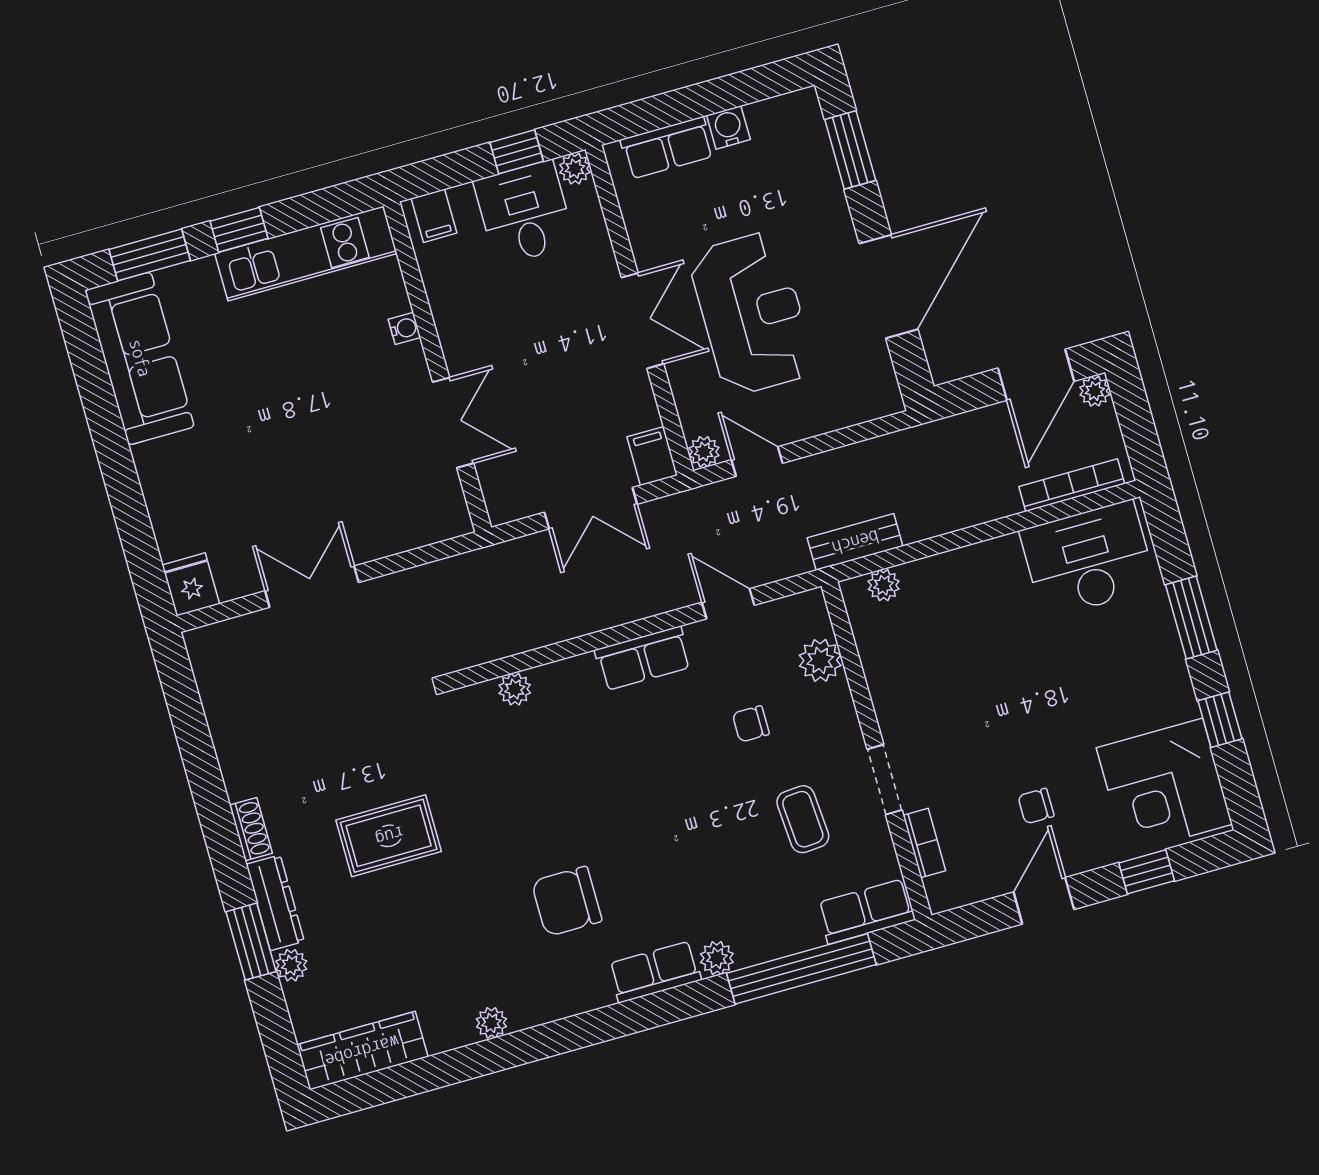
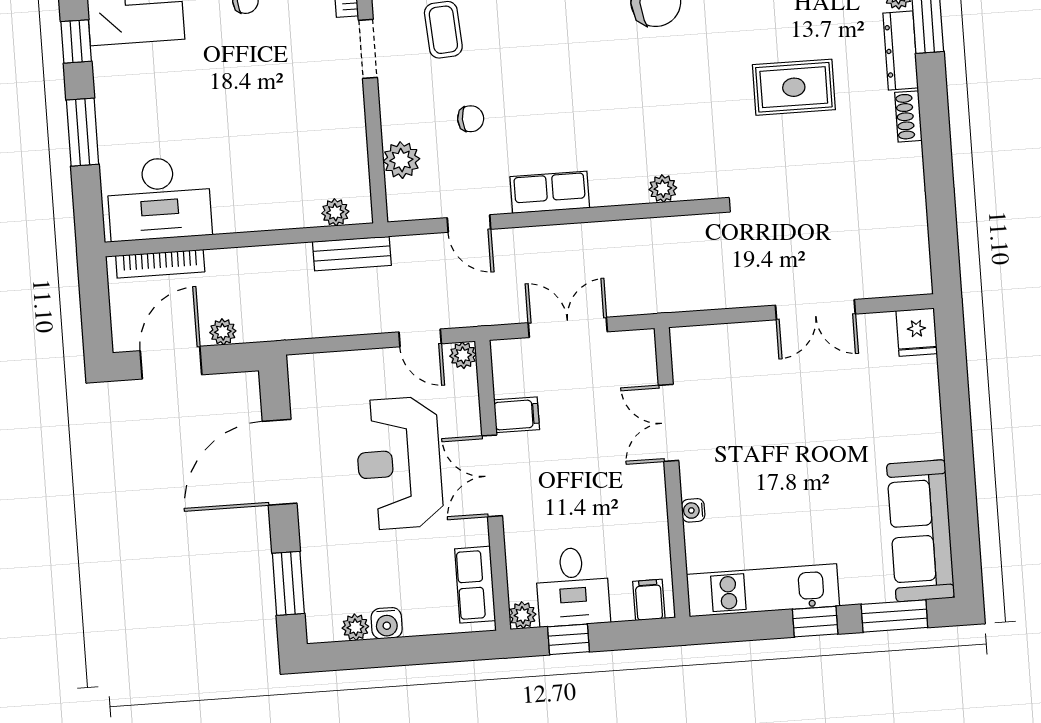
plant: (763, 116) -> (355, 627), added
row of seats: (667, 148) -> (475, 585), moved, turned -90
plant: (1095, 391) -> (223, 332), moved
filing cabinet: (652, 456) -> (517, 415), moved, turned -90

